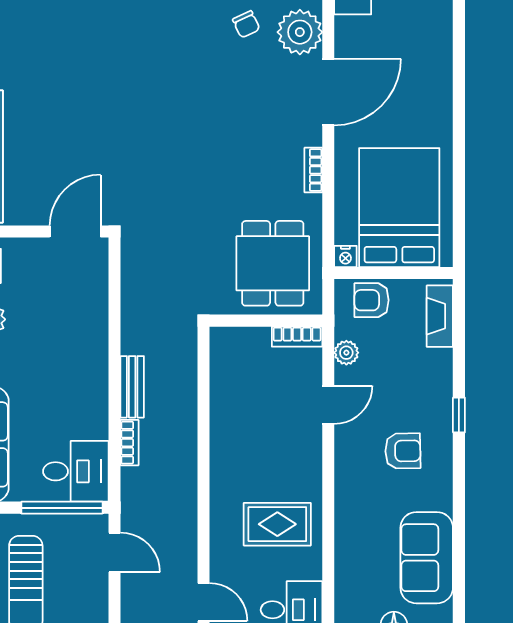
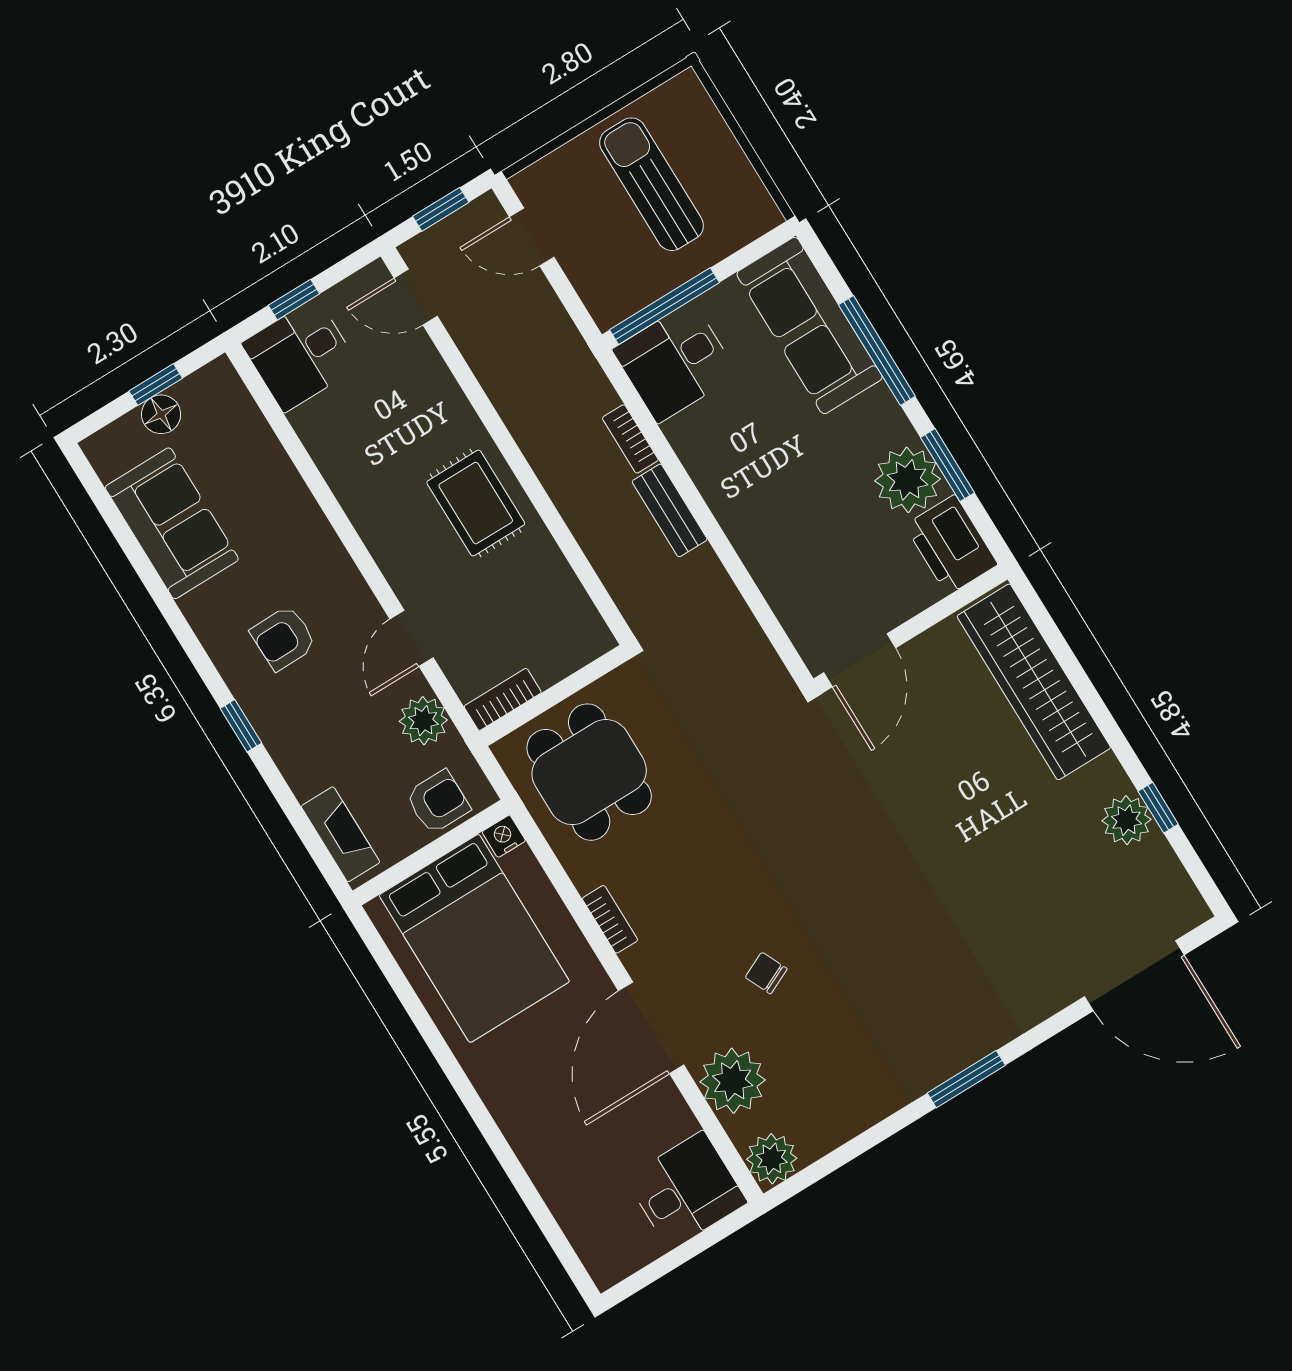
chair: (246, 24) -> (766, 973), moved
plant: (346, 353) -> (423, 721), width x1.38, depth x1.38
rug: (277, 524) -> (476, 503), moved, turned 90
door: (114, 552) -> (532, 237), moved

